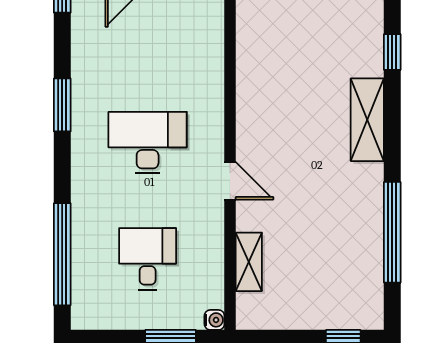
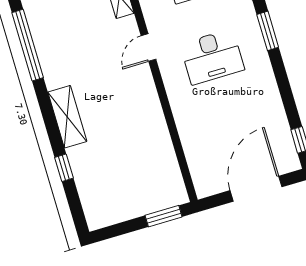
window: (62, 105) -> (268, 31), moved
door: (230, 181) -> (148, 48), hinge flipped

